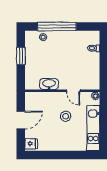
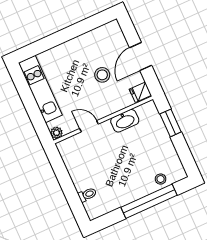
window: (21, 56) -> (171, 123), moved
stool: (66, 116) -> (102, 75), moved
fridge: (31, 144) -> (140, 92), moved

